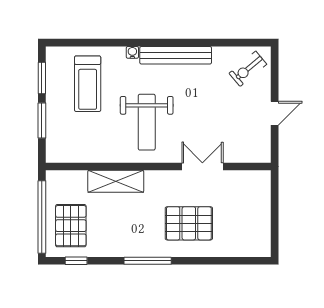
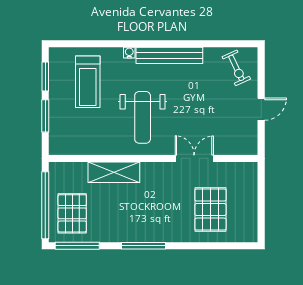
exercise bike: (248, 69) -> (236, 68), turned -75
pallet: (189, 223) -> (210, 210), moved, turned 90
window: (76, 261) -> (77, 246), width x2.17

